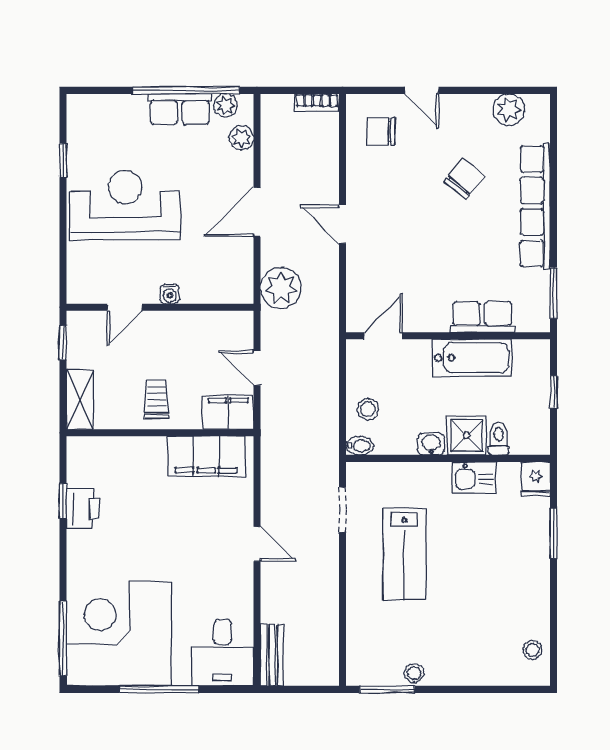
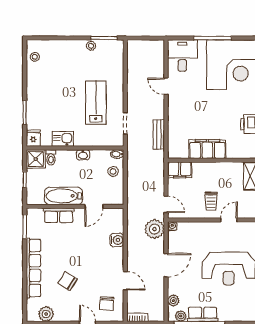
chair: (381, 132) -> (107, 303), turned 93
chair: (464, 179) -> (67, 281), turned 84
door: (342, 224) -> (125, 281), moved
water cooler: (360, 265) -> (117, 240), added
water cooler: (170, 294) -> (172, 226), moved
door: (383, 336) -> (94, 206), moved
door: (257, 368) -> (166, 204), moved
trolley: (157, 399) -> (211, 201), moved
shower: (467, 435) -> (36, 159), moved
filing cabinet: (206, 456) -> (207, 149), moved
door: (257, 544) -> (166, 86), moved
bench: (272, 655) -> (159, 134), moved

